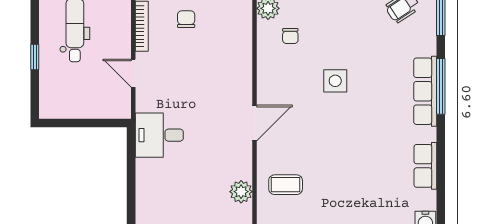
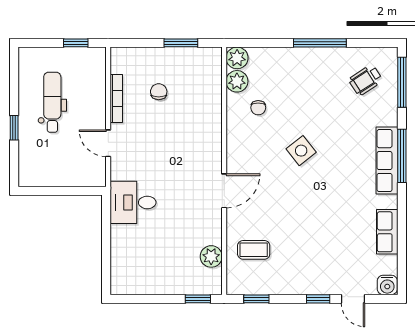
side table: (335, 81) -> (301, 151), turned -38

